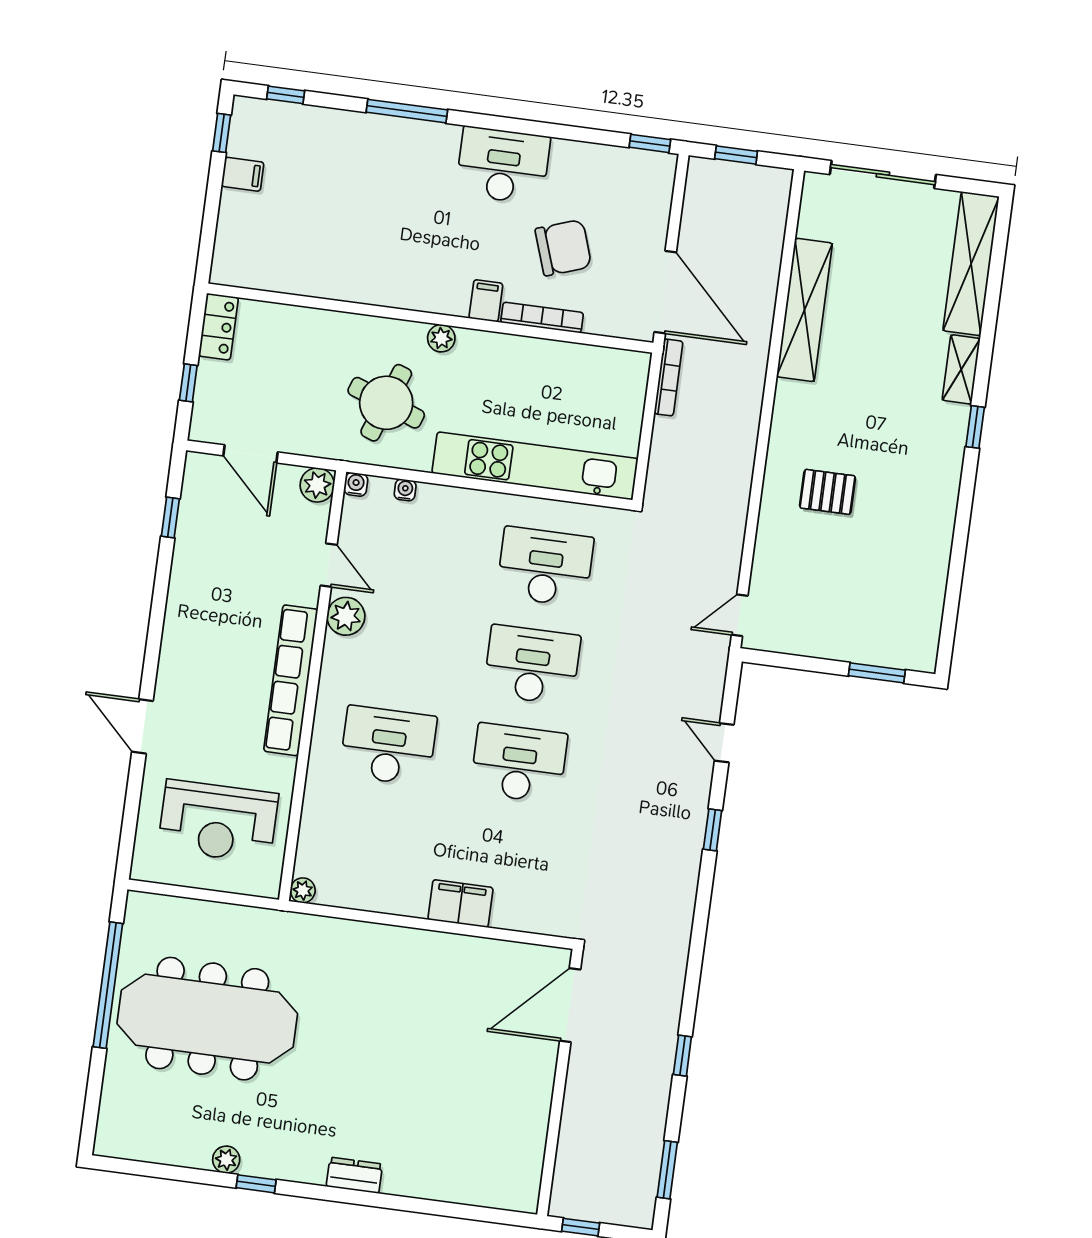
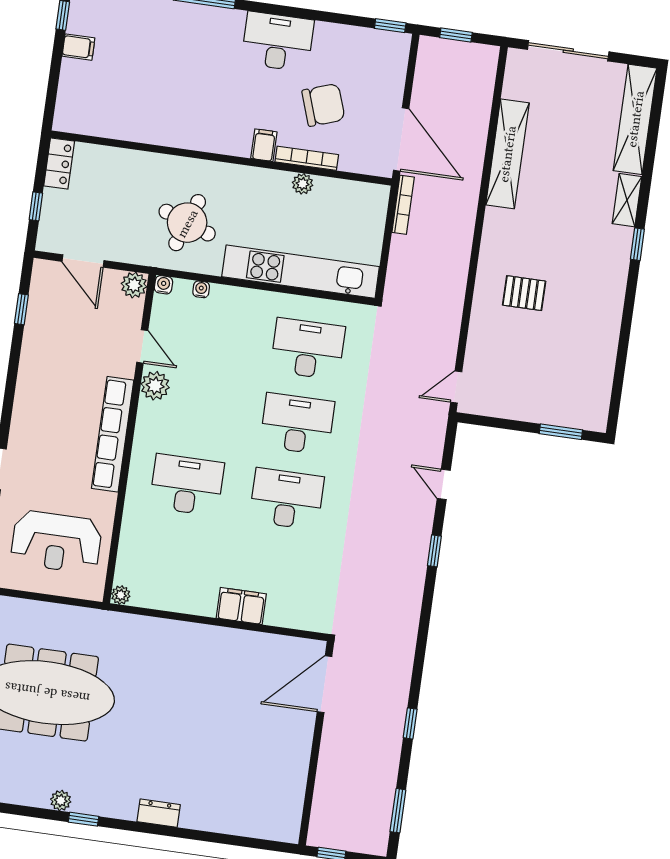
plant: (441, 338) -> (303, 184), moved

